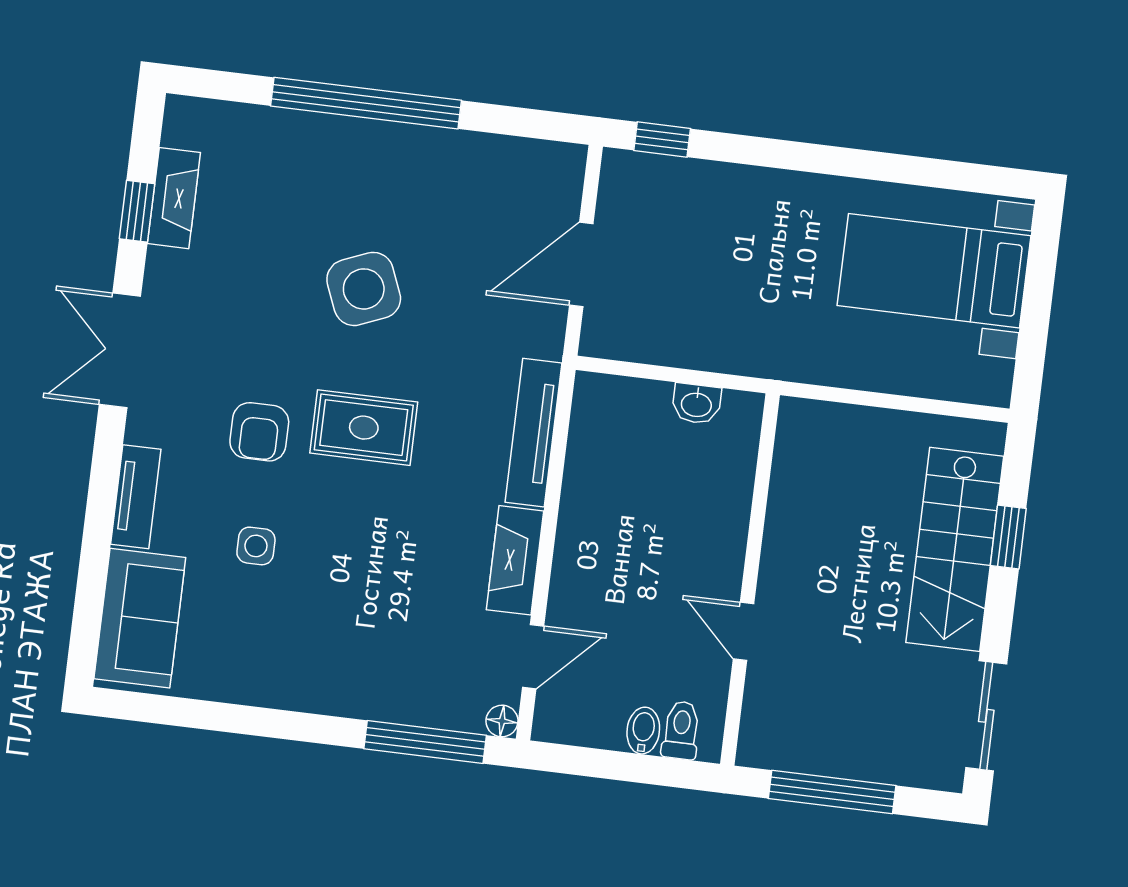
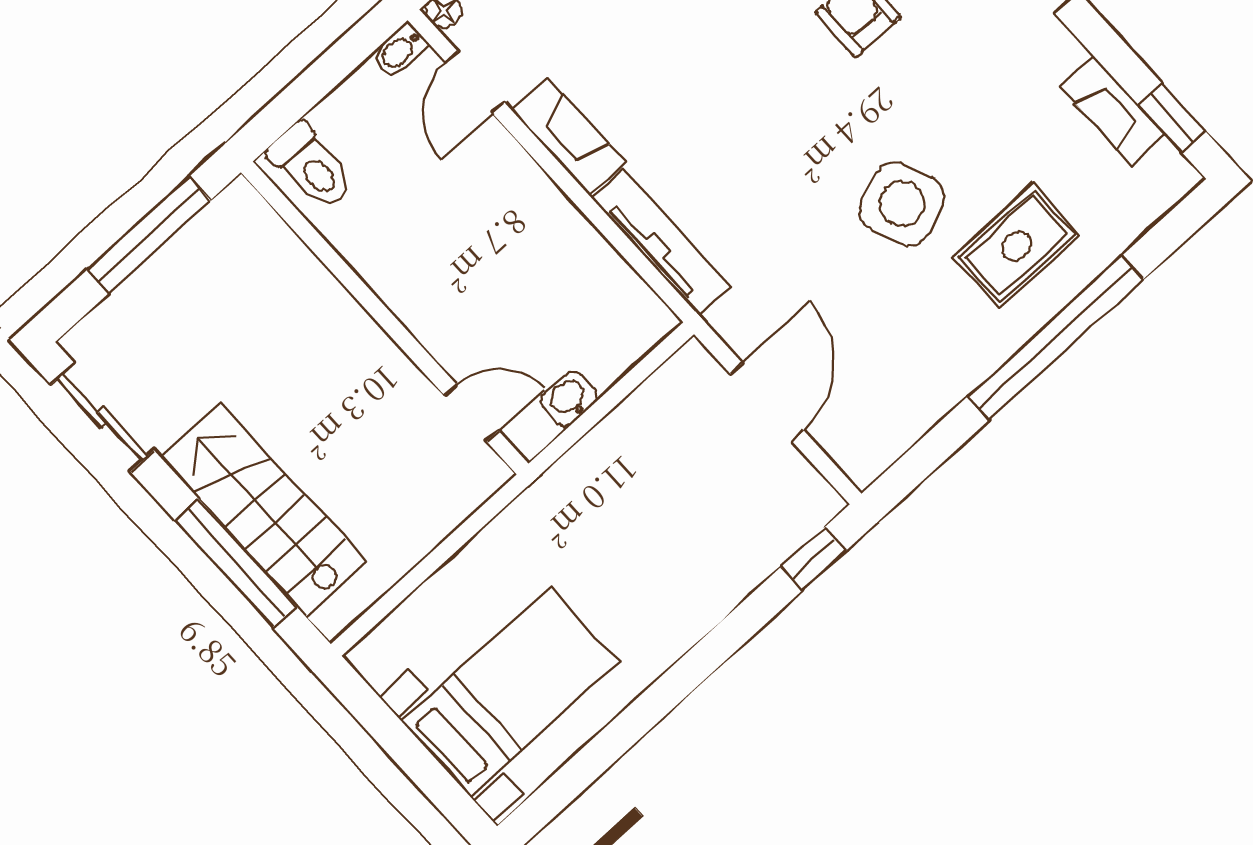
window: (137, 211) -> (1172, 118), moved
rug: (364, 428) -> (1016, 246), moved
window: (1008, 537) -> (236, 563), width x2.17
door: (744, 631) -> (472, 413), moved
toilet: (681, 730) -> (311, 167), width x1.37, depth x1.39
bidet: (643, 731) -> (400, 51), moved, turned 90

